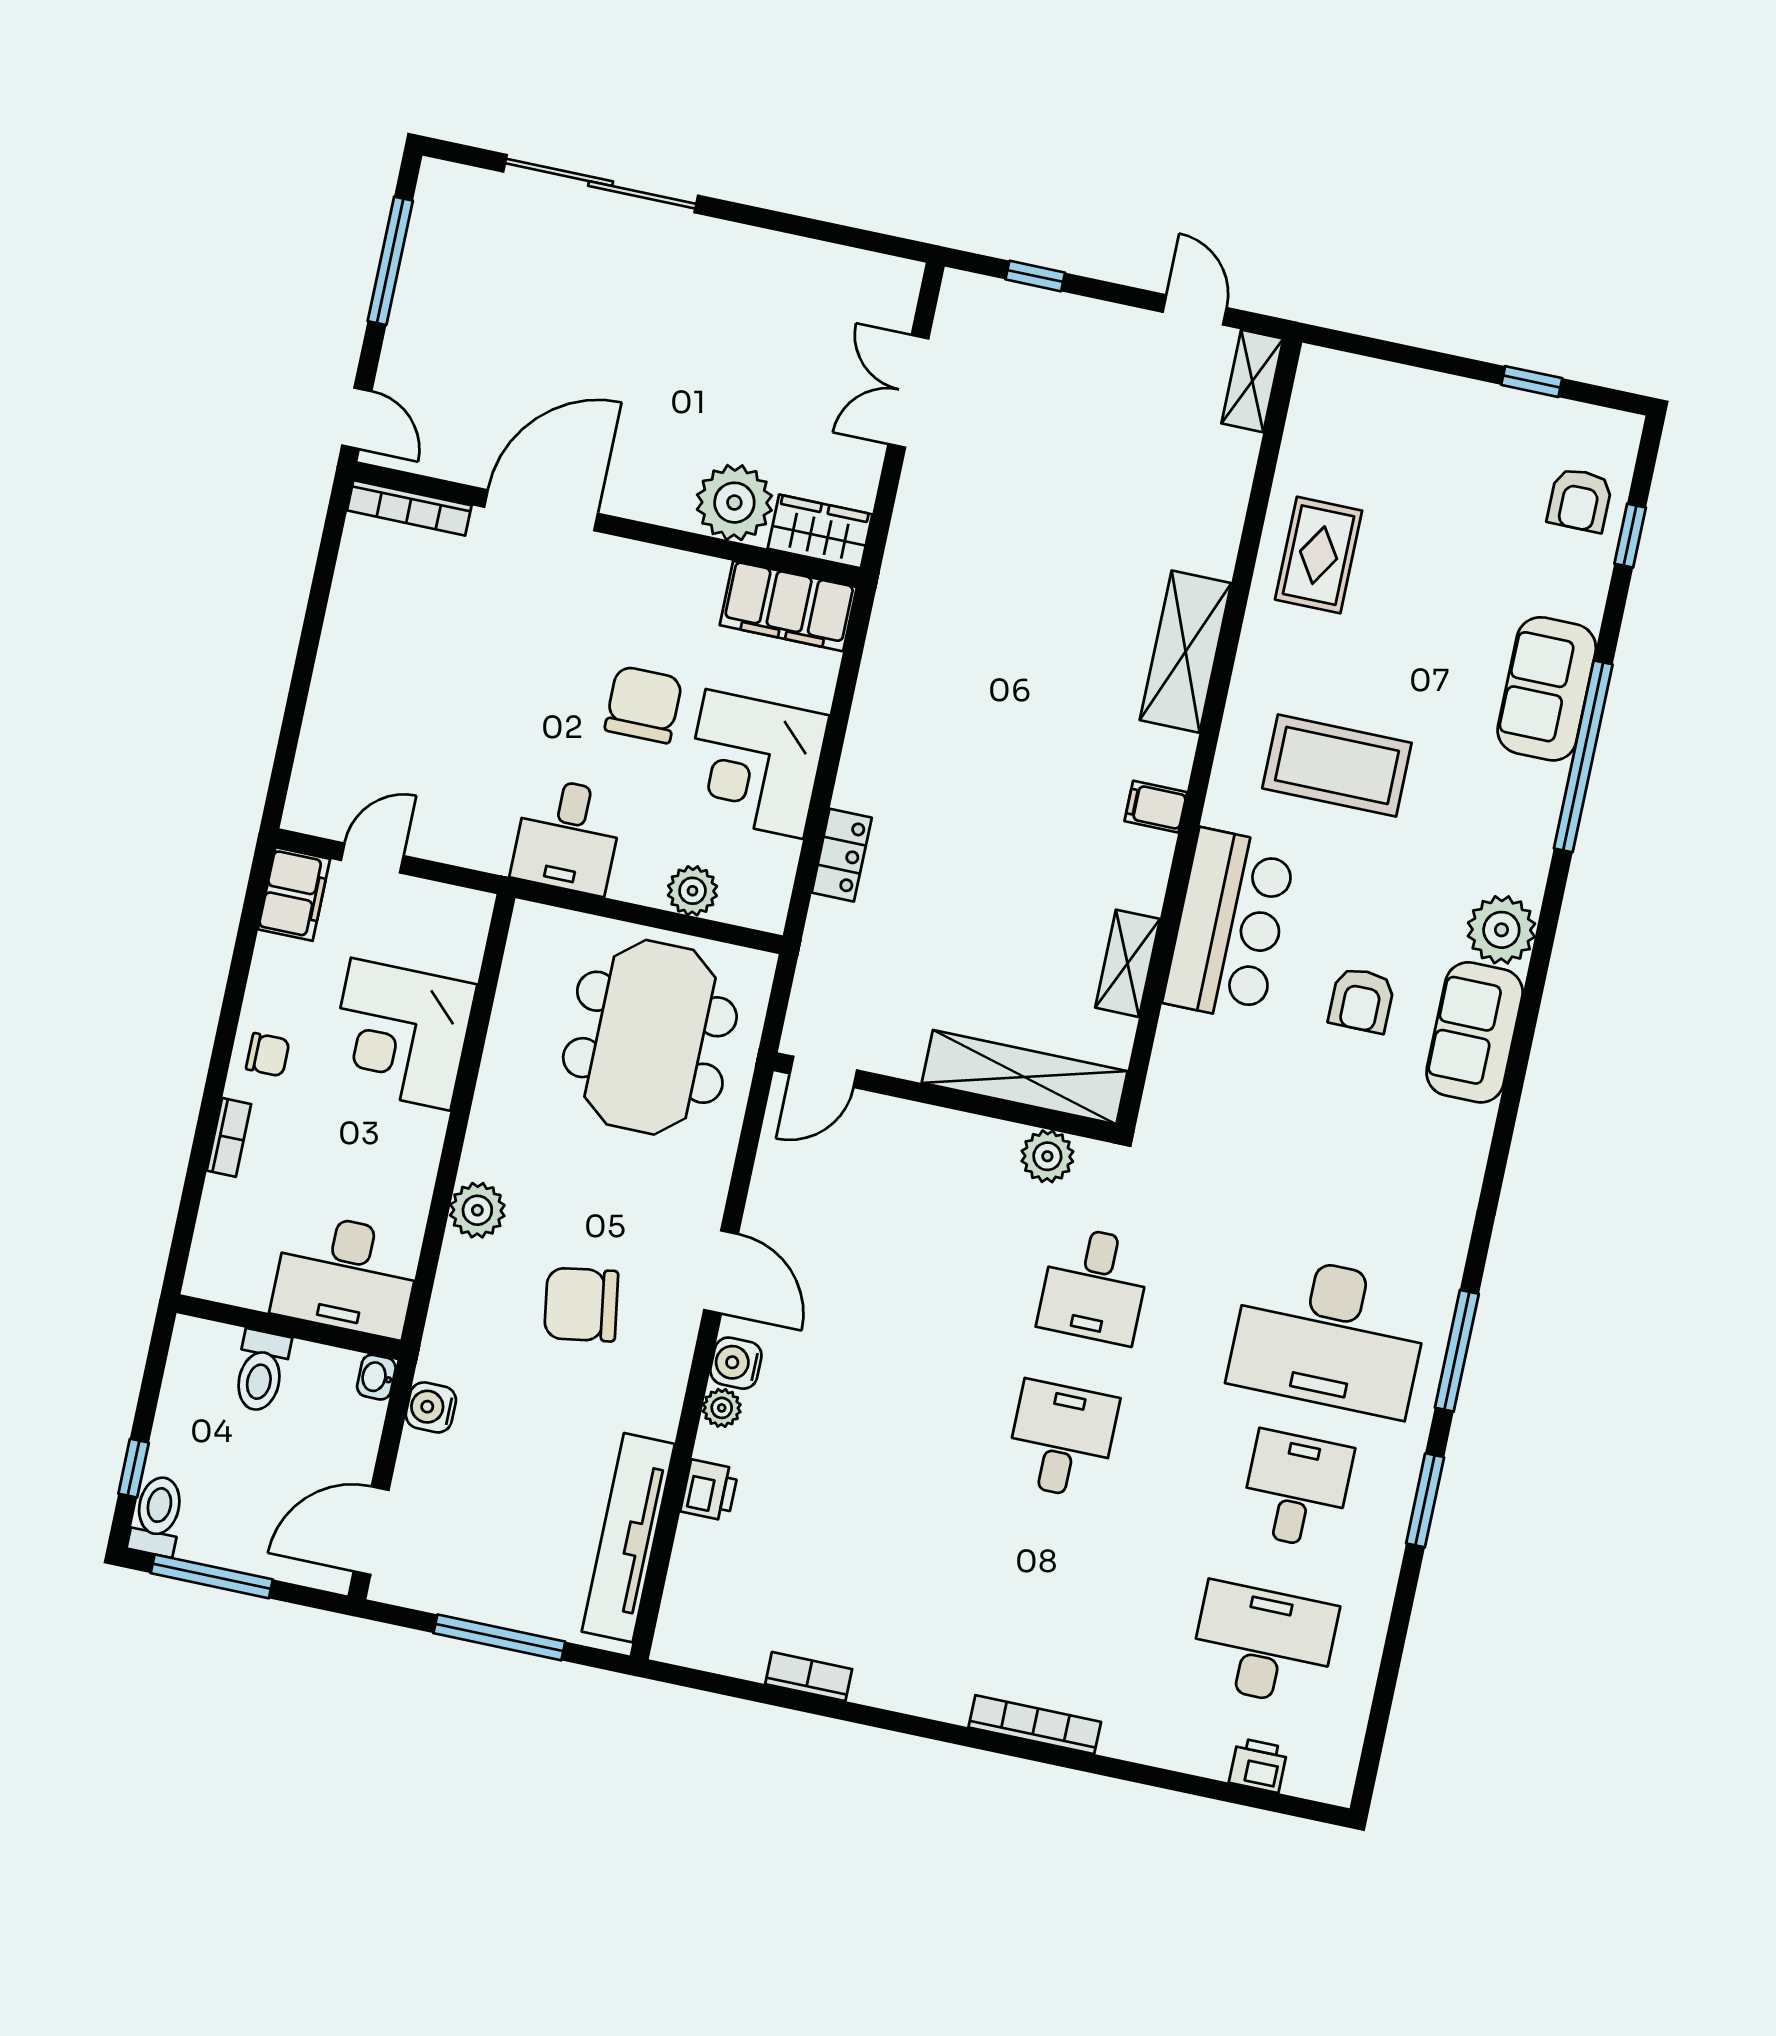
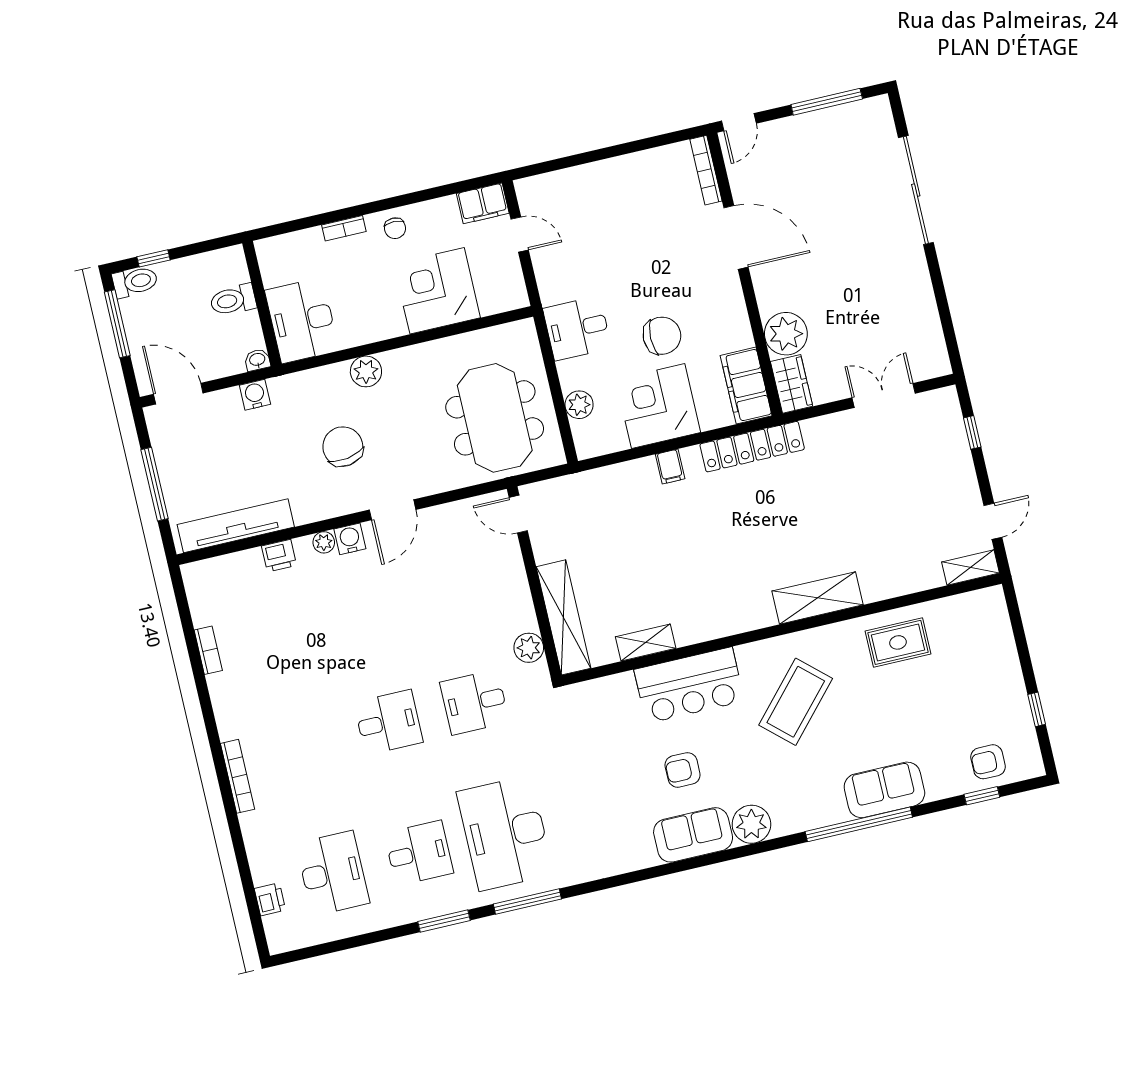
coffee table: (1337, 766) -> (796, 702), turned 42
filing cabinet: (1156, 807) -> (670, 467), moved, turned 180
locker: (842, 855) -> (752, 447), moved, width x2.16, depth x1.21
meeting table: (650, 1037) -> (495, 418), turned 90

